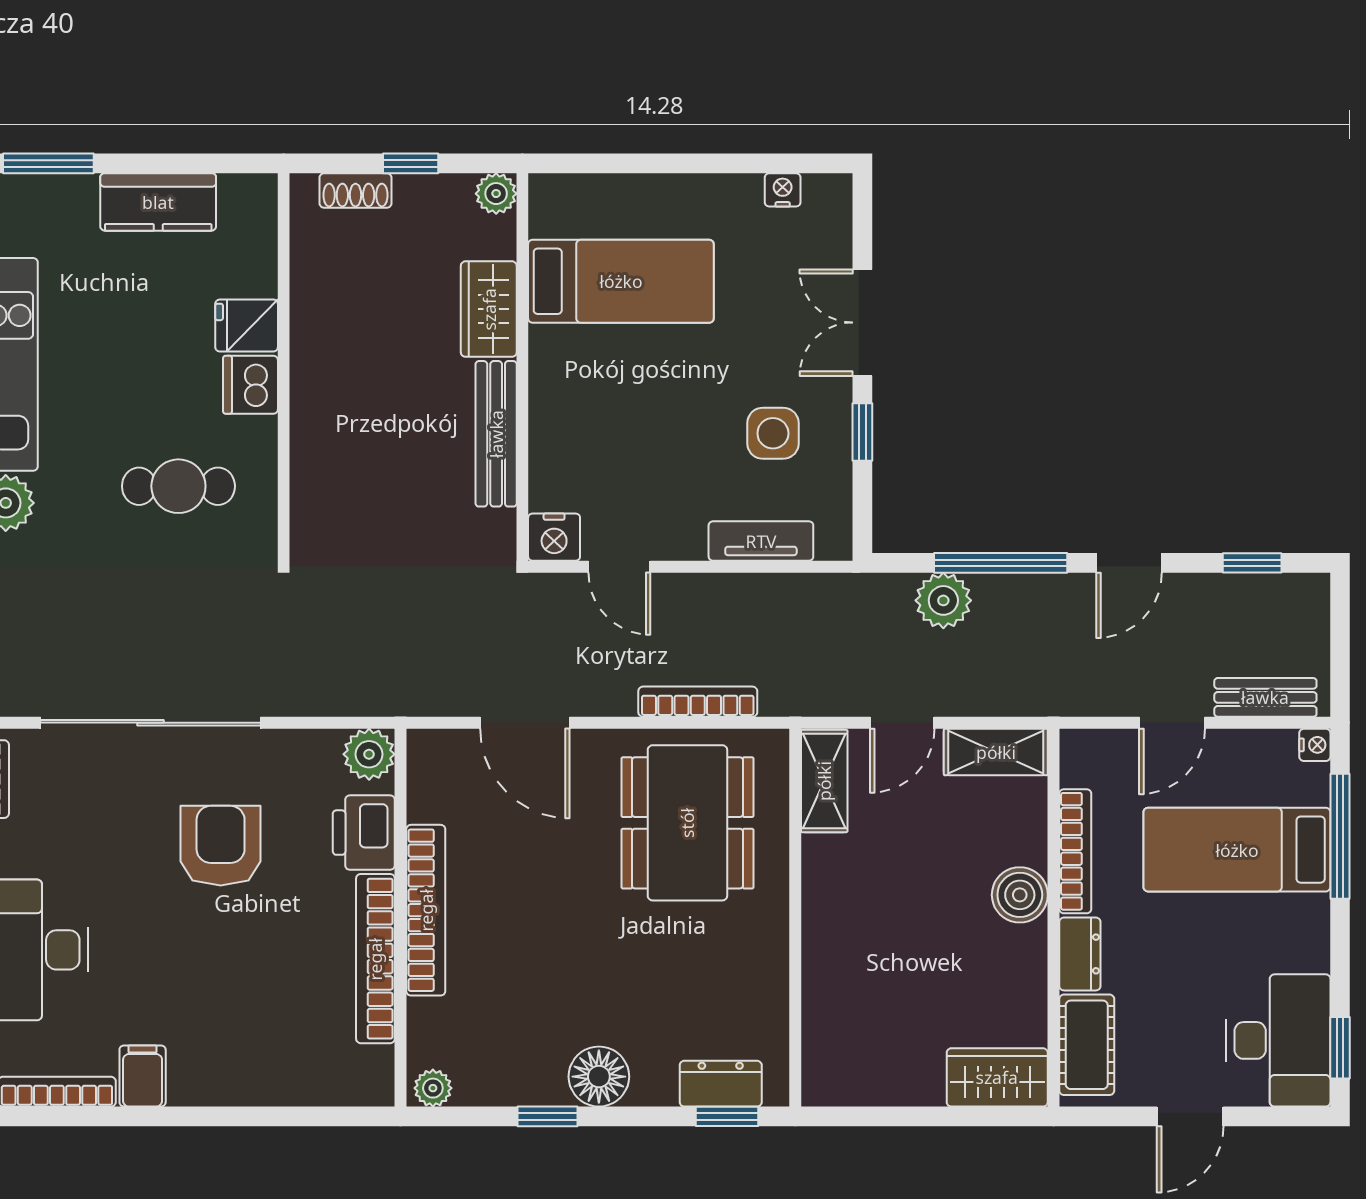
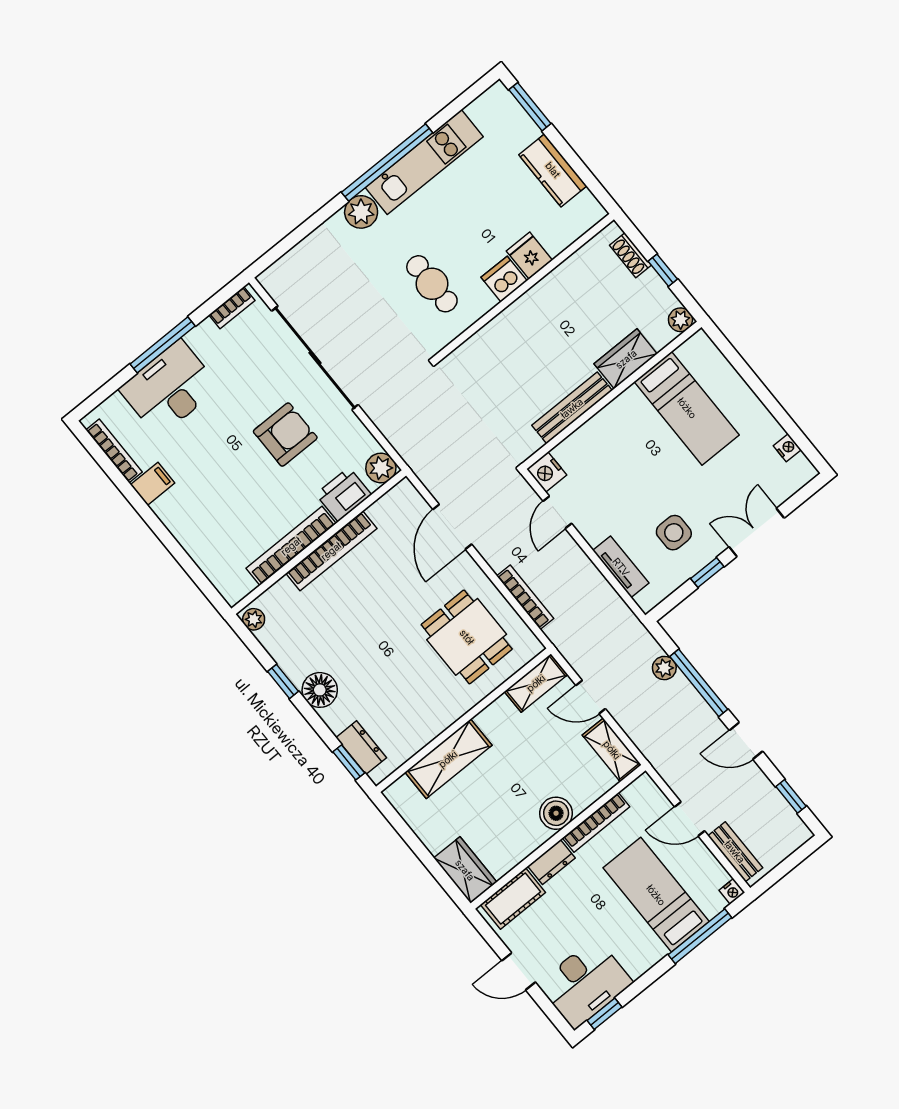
plant: (943, 600) -> (664, 668), width x0.73, depth x0.73
dining table: (687, 823) -> (467, 637), width x0.73
shelving: (830, 979) -> (448, 759), added

